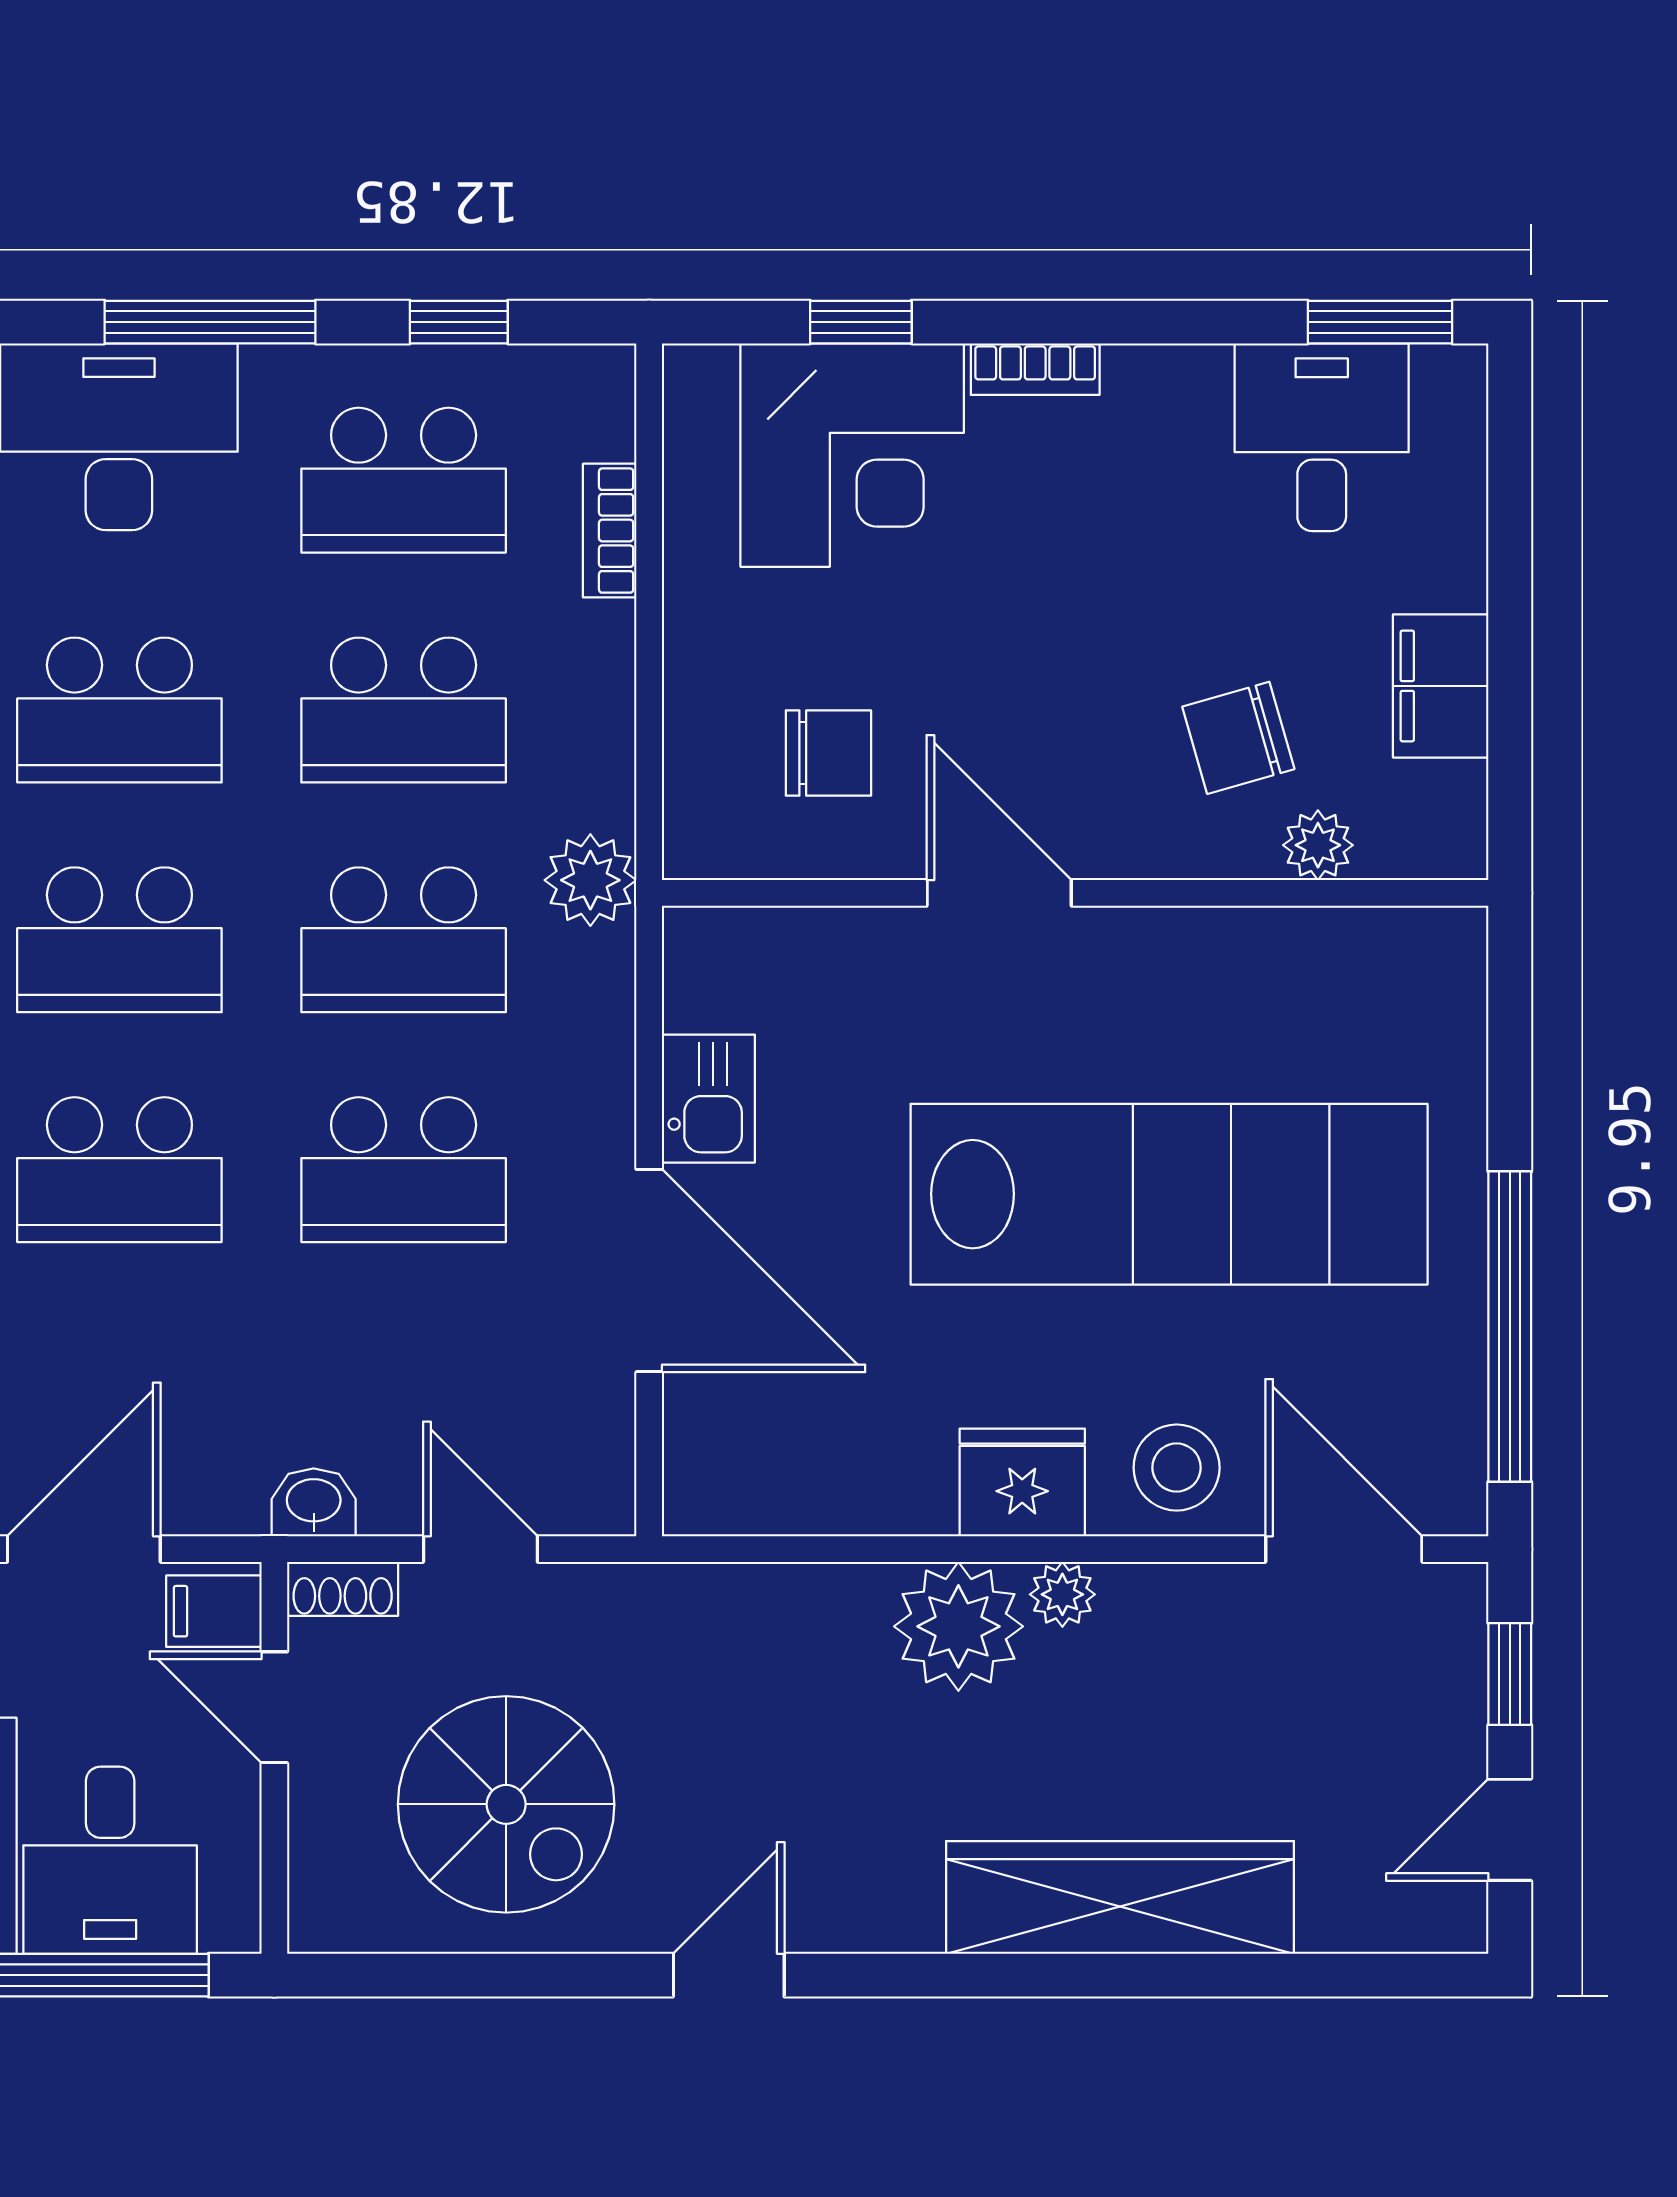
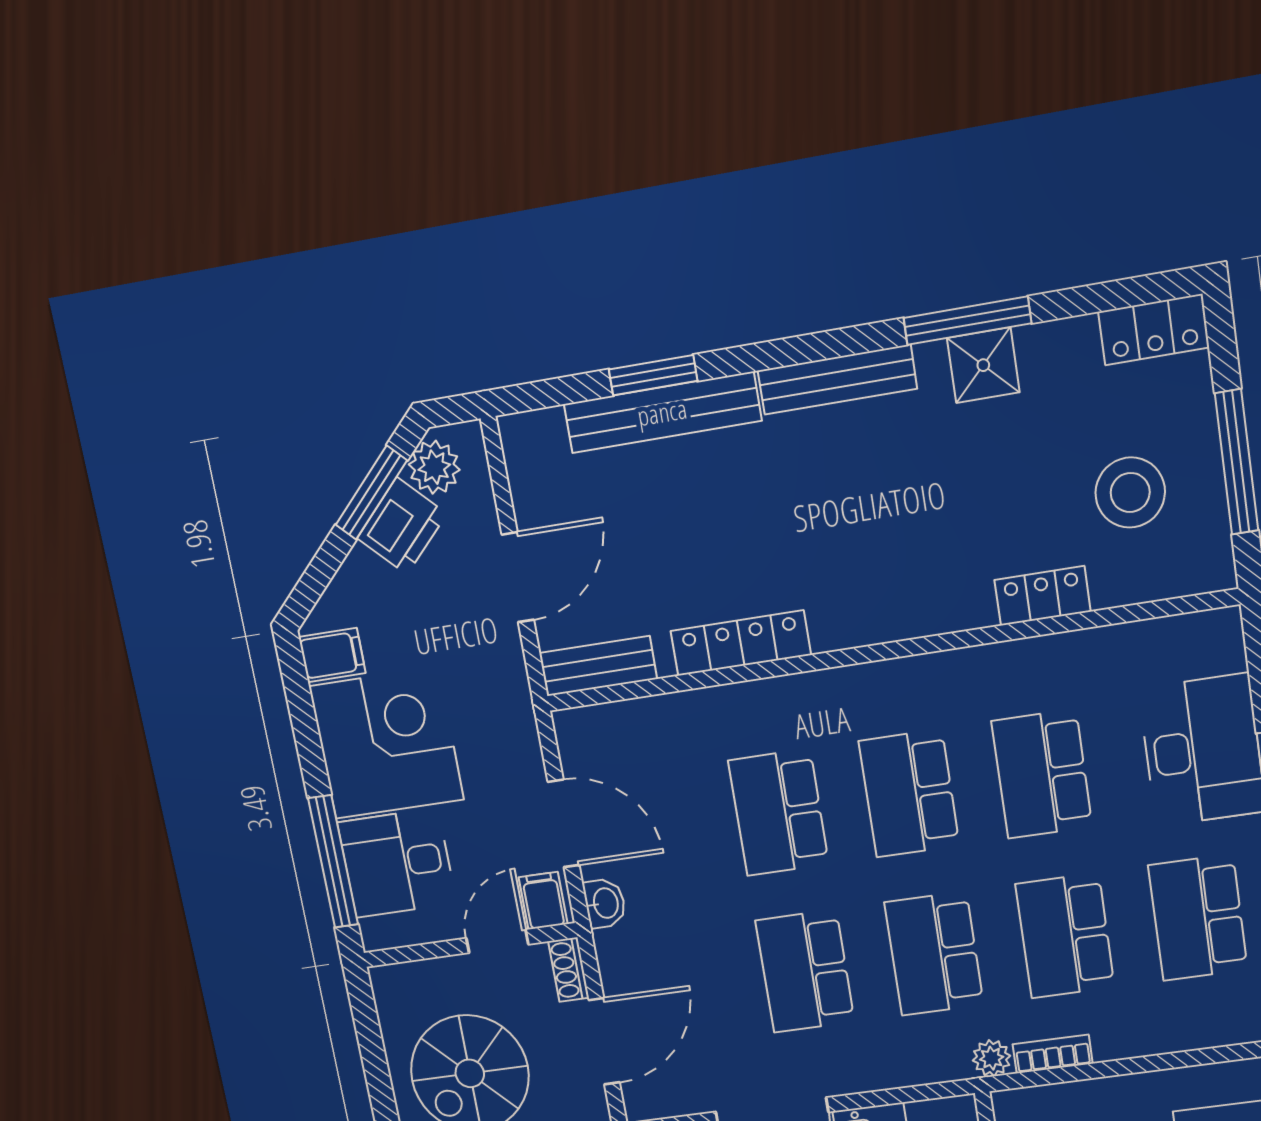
bookcase: (610, 531) -> (1053, 1054), moved
plant: (590, 880) -> (992, 1058), width x0.73, depth x0.73
washbasin: (314, 1502) -> (605, 903), moved
door: (480, 1549) -> (604, 1041), width x1.38

